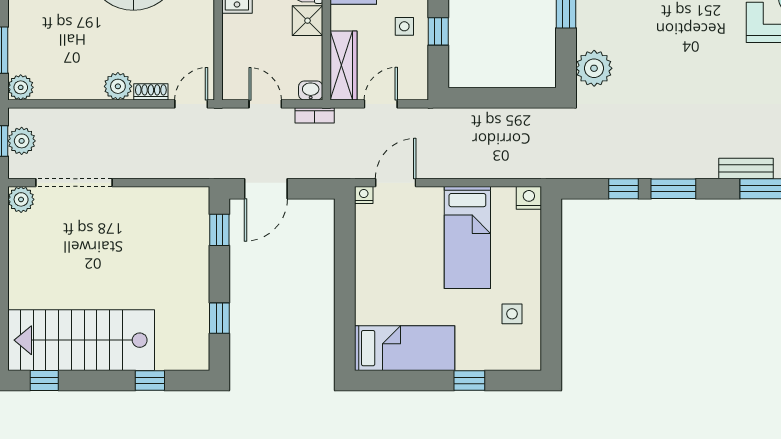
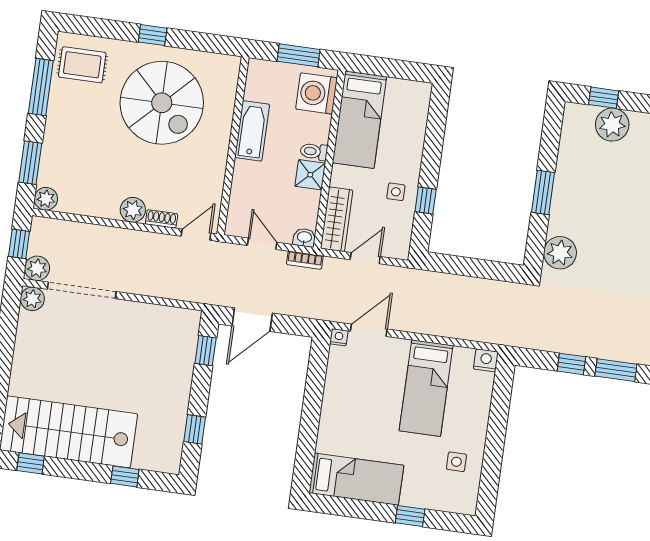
plant: (22, 141) -> (37, 268), moved

